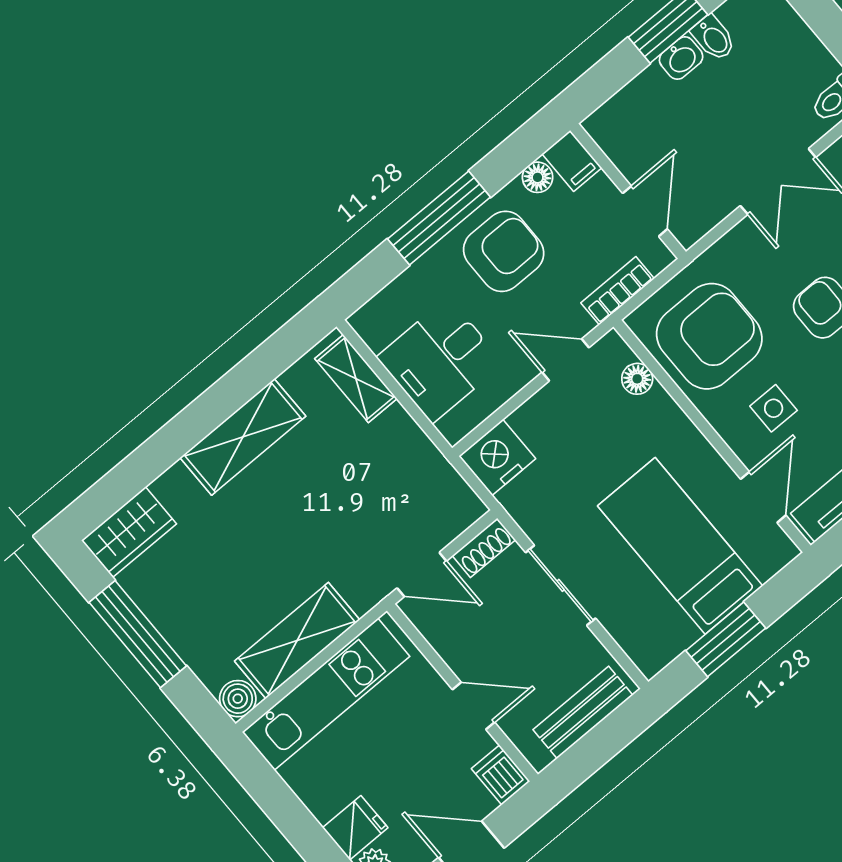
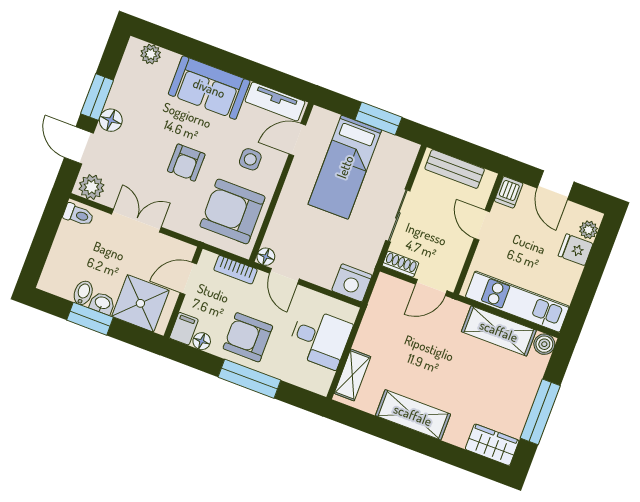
shower: (648, 116) -> (140, 303), added
floor lamp: (637, 379) -> (266, 257), moved
door: (422, 575) -> (431, 288), swing flipped

